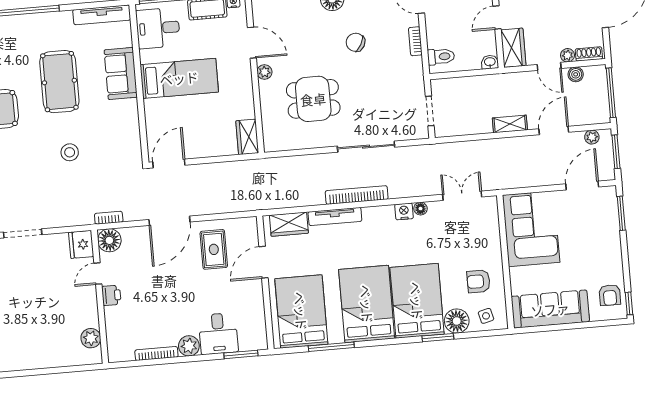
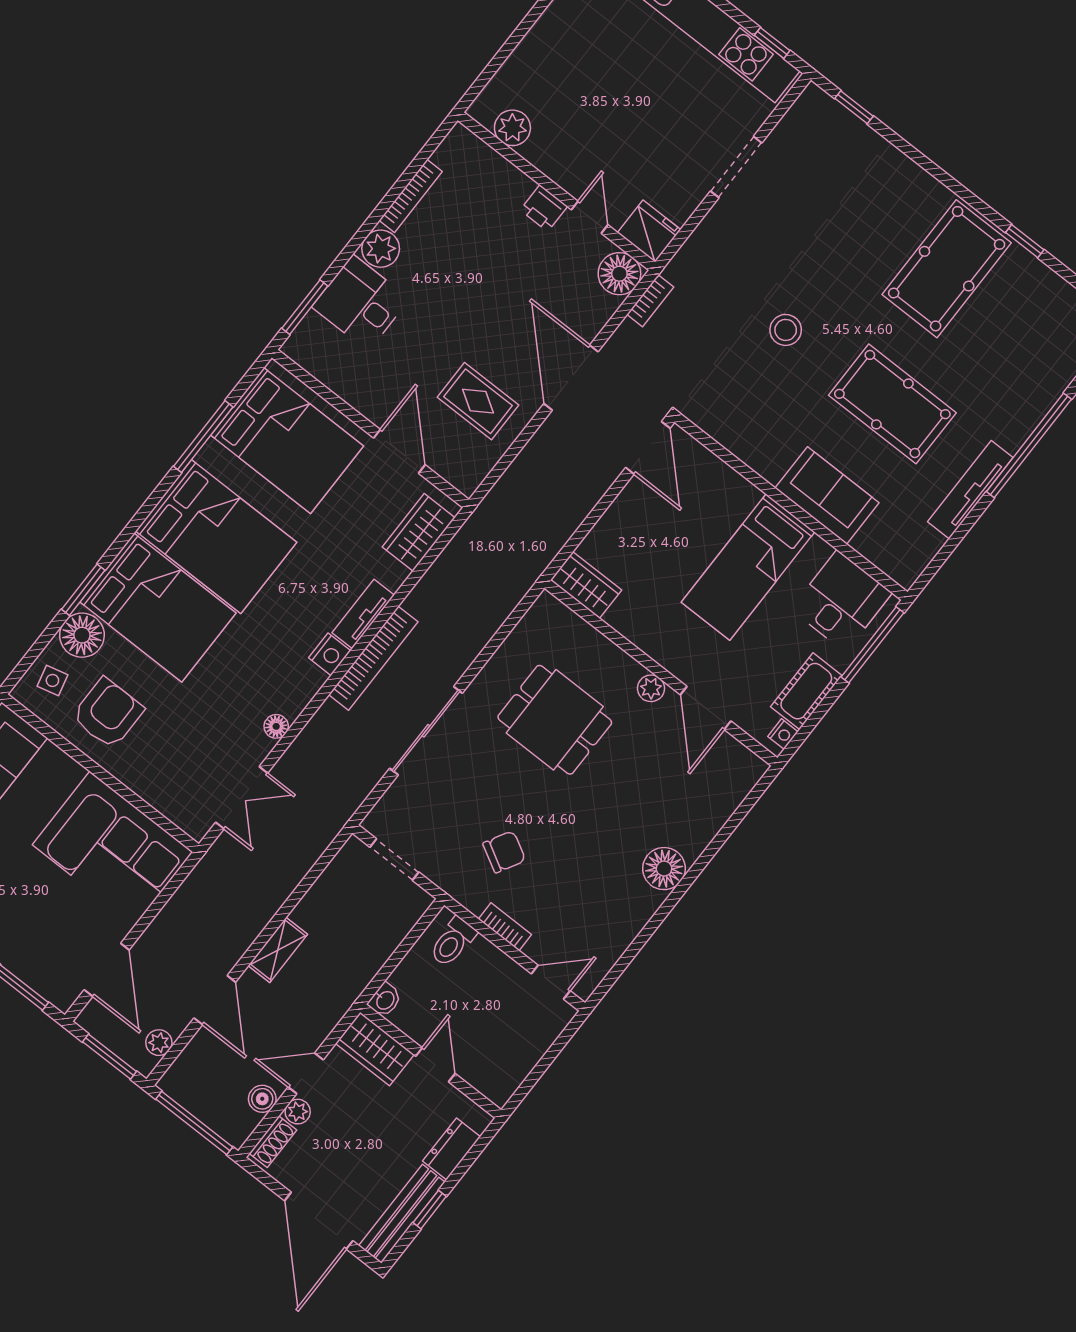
tv unit: (102, 15) -> (970, 490), moved
chair: (356, 42) -> (504, 852), moved
door: (252, 43) -> (706, 708), hinge flipped
dining table: (313, 99) -> (555, 720), turned 90
nightstand: (404, 211) -> (329, 654), moved
tv unit: (335, 217) -> (363, 614), width x0.71
armchair: (478, 281) -> (108, 713), width x1.38, depth x1.38

